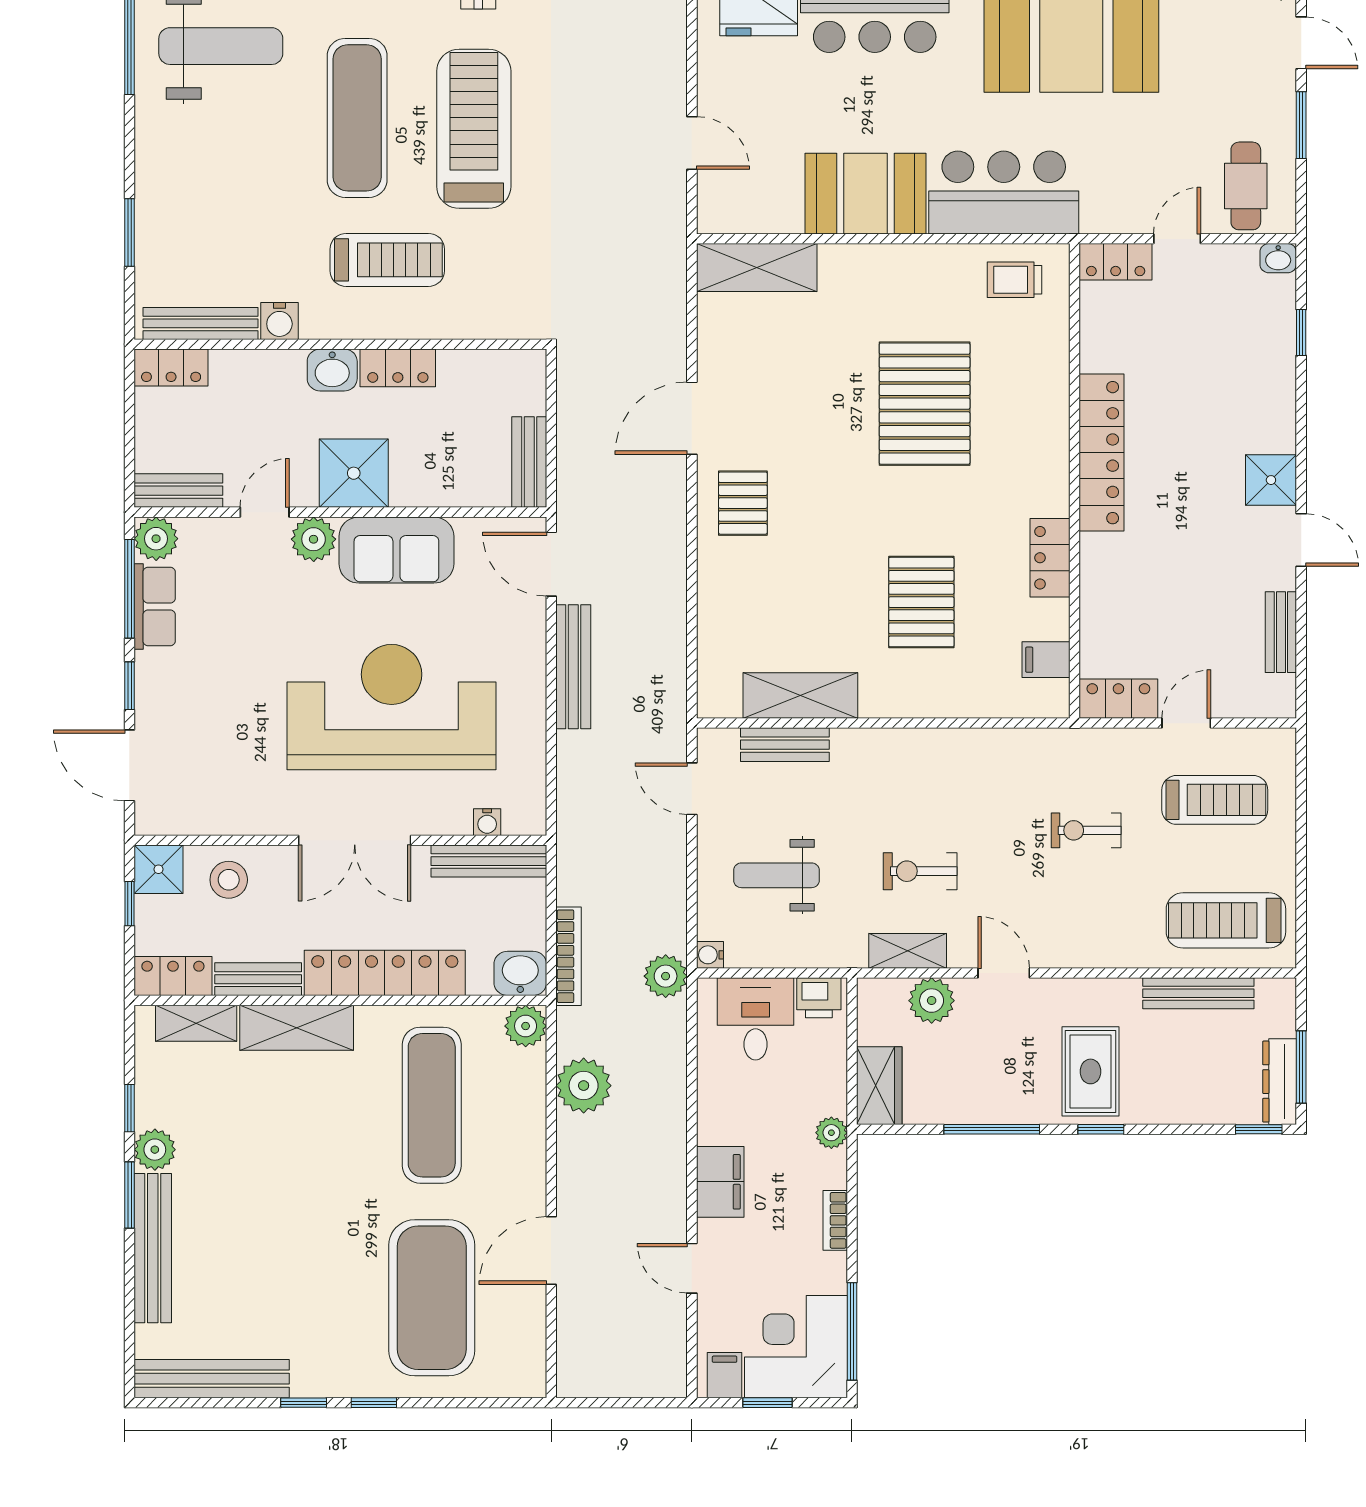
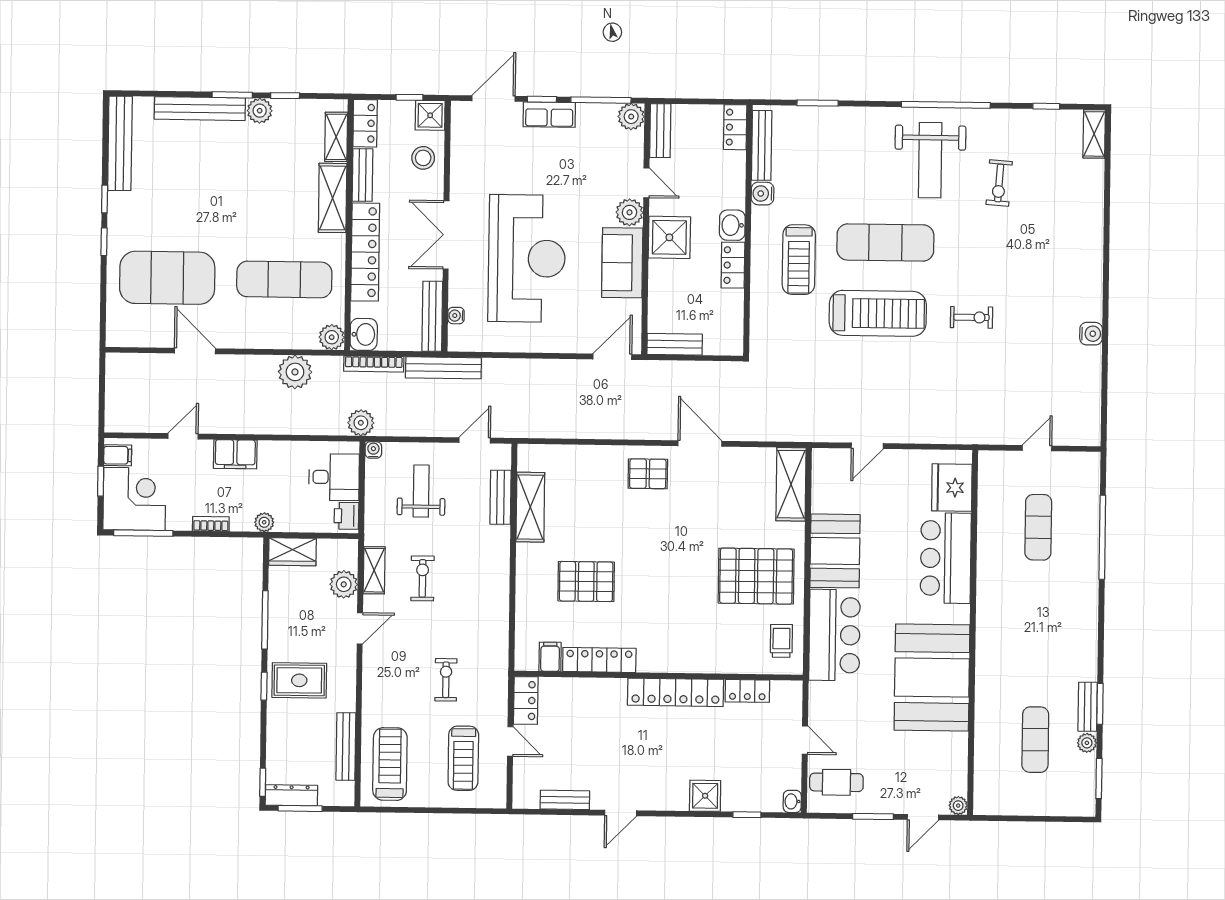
locker: (1116, 262) -> (747, 691), moved, turned -90
pallet: (925, 404) -> (756, 576), moved
shower: (1271, 480) -> (705, 796), moved
locker: (1050, 558) -> (599, 660), width x1.53
row of seats: (155, 606) -> (549, 115), moved
bench: (573, 667) -> (443, 368), moved

